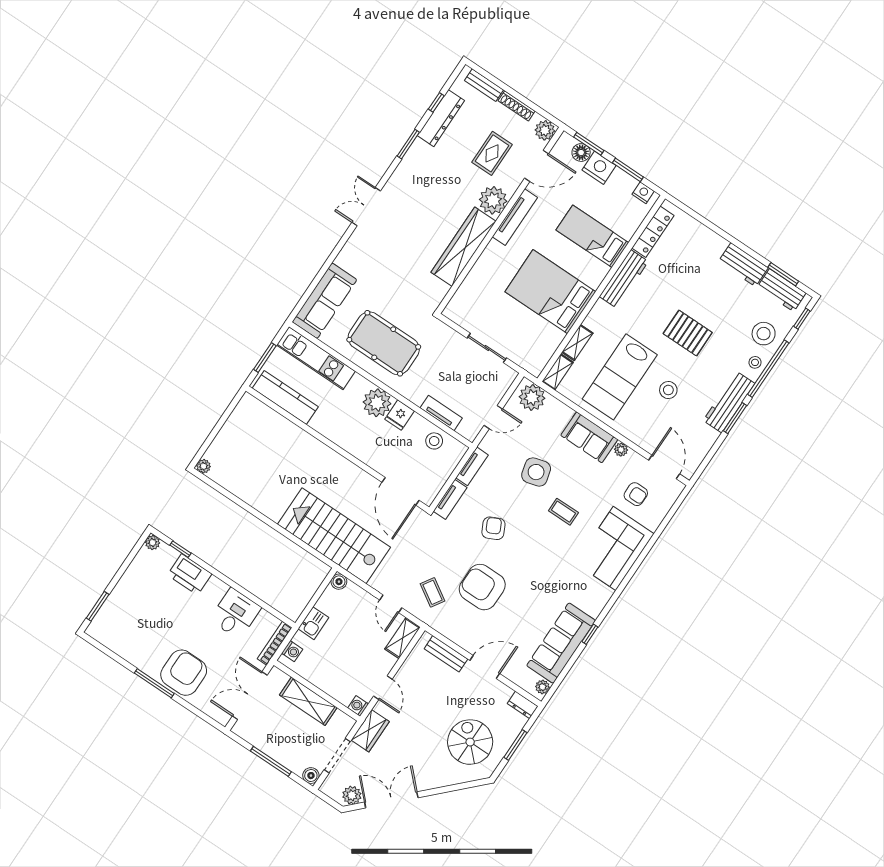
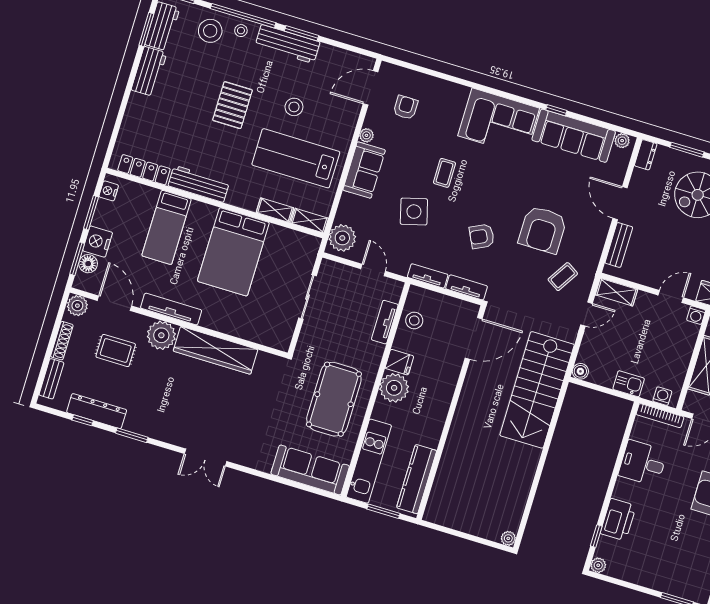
lab bench: (620, 377) -> (296, 158), turned 180
corner sofa: (615, 548) -> (499, 122), moved

